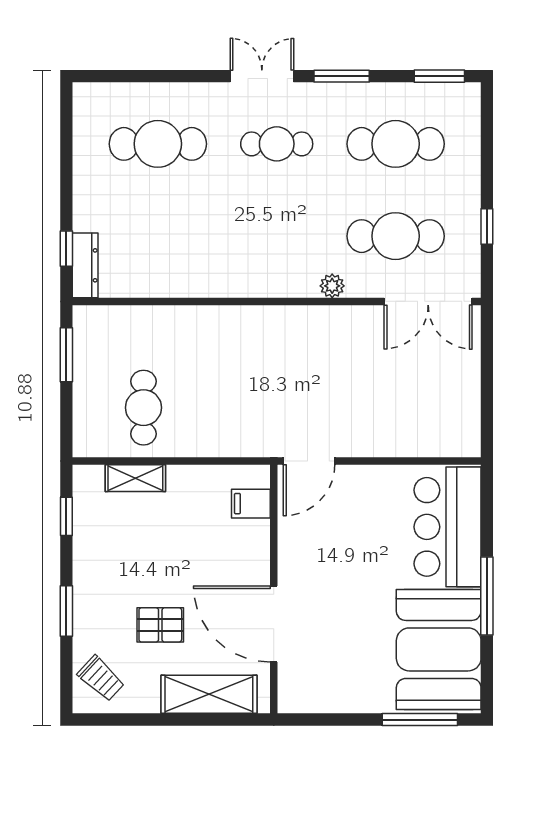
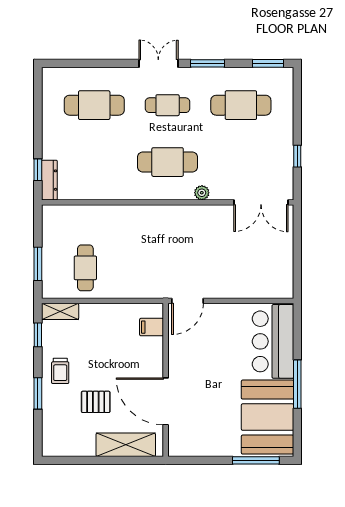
cafe table: (396, 236) -> (168, 162), moved
window: (66, 355) -> (38, 264), moved
shelving: (135, 478) -> (60, 311), moved
trolley: (101, 678) -> (60, 371), moved, turned 47

